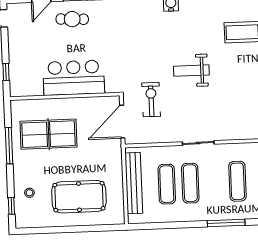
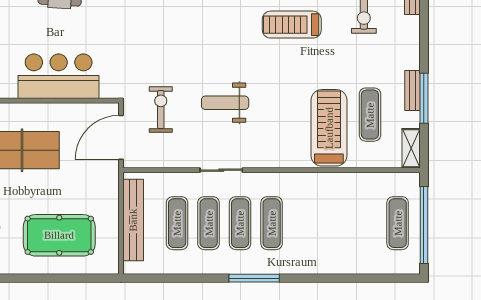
weight bench: (191, 71) -> (225, 103), moved
exercise mat: (214, 182) -> (240, 223), added

